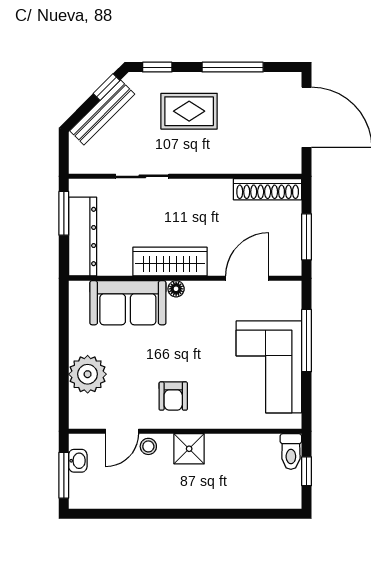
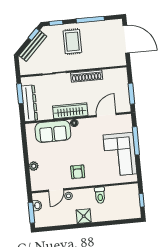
rug: (189, 111) -> (72, 42), turned 90
shoe rack: (268, 189) -> (87, 76), moved
plant: (88, 374) -> (34, 166), width x0.53, depth x0.53
shower: (189, 449) -> (84, 216), moved
toilet: (291, 452) -> (100, 195), moved

